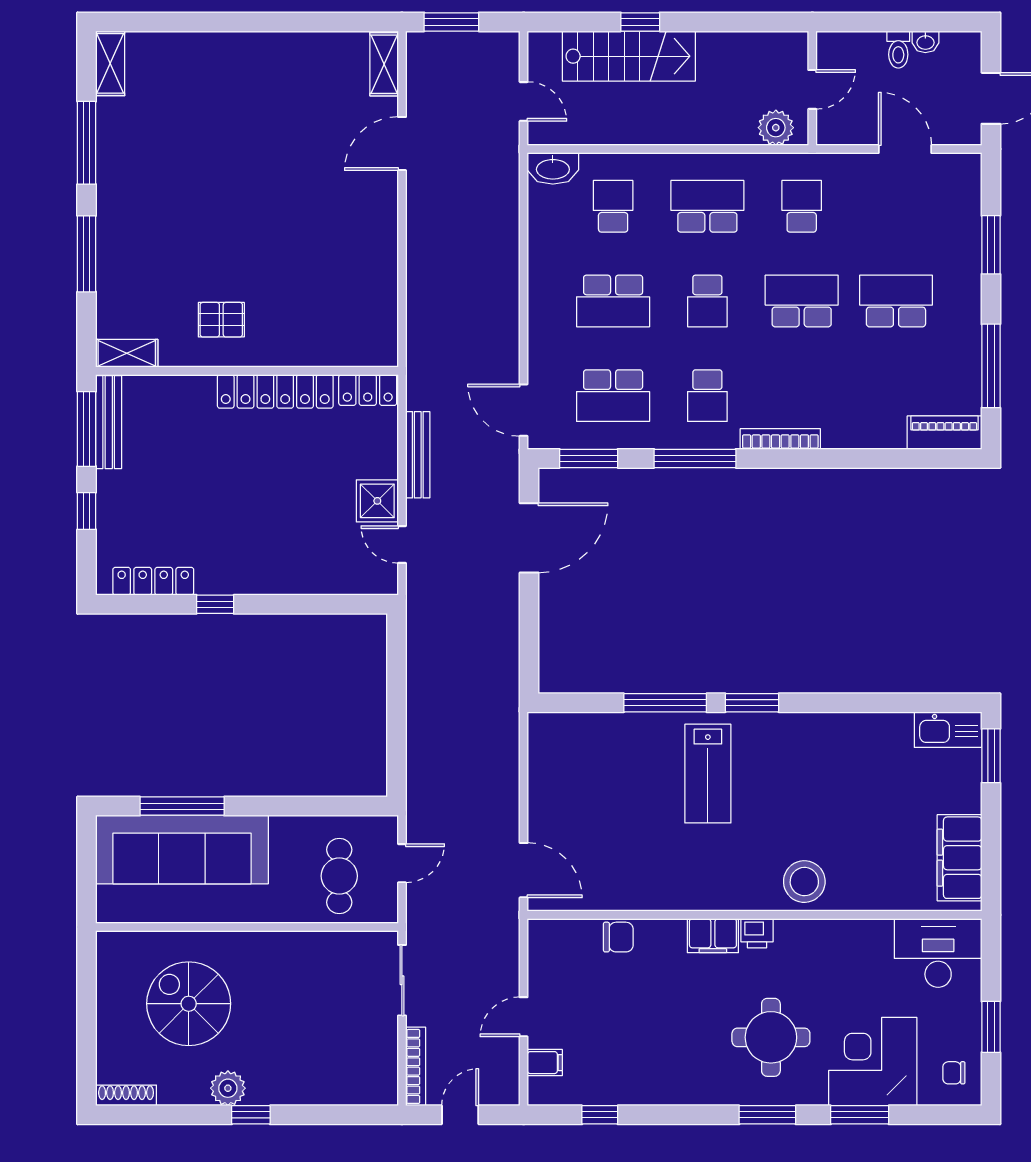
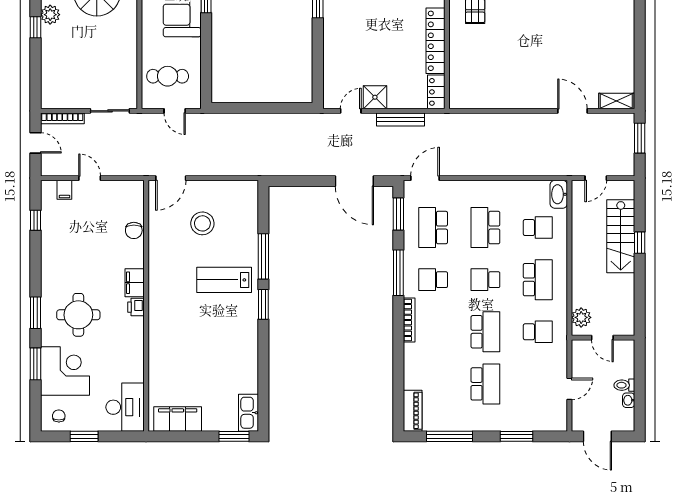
door: (905, 149) -> (569, 389), width x0.73
stool: (804, 882) -> (202, 223), moved

